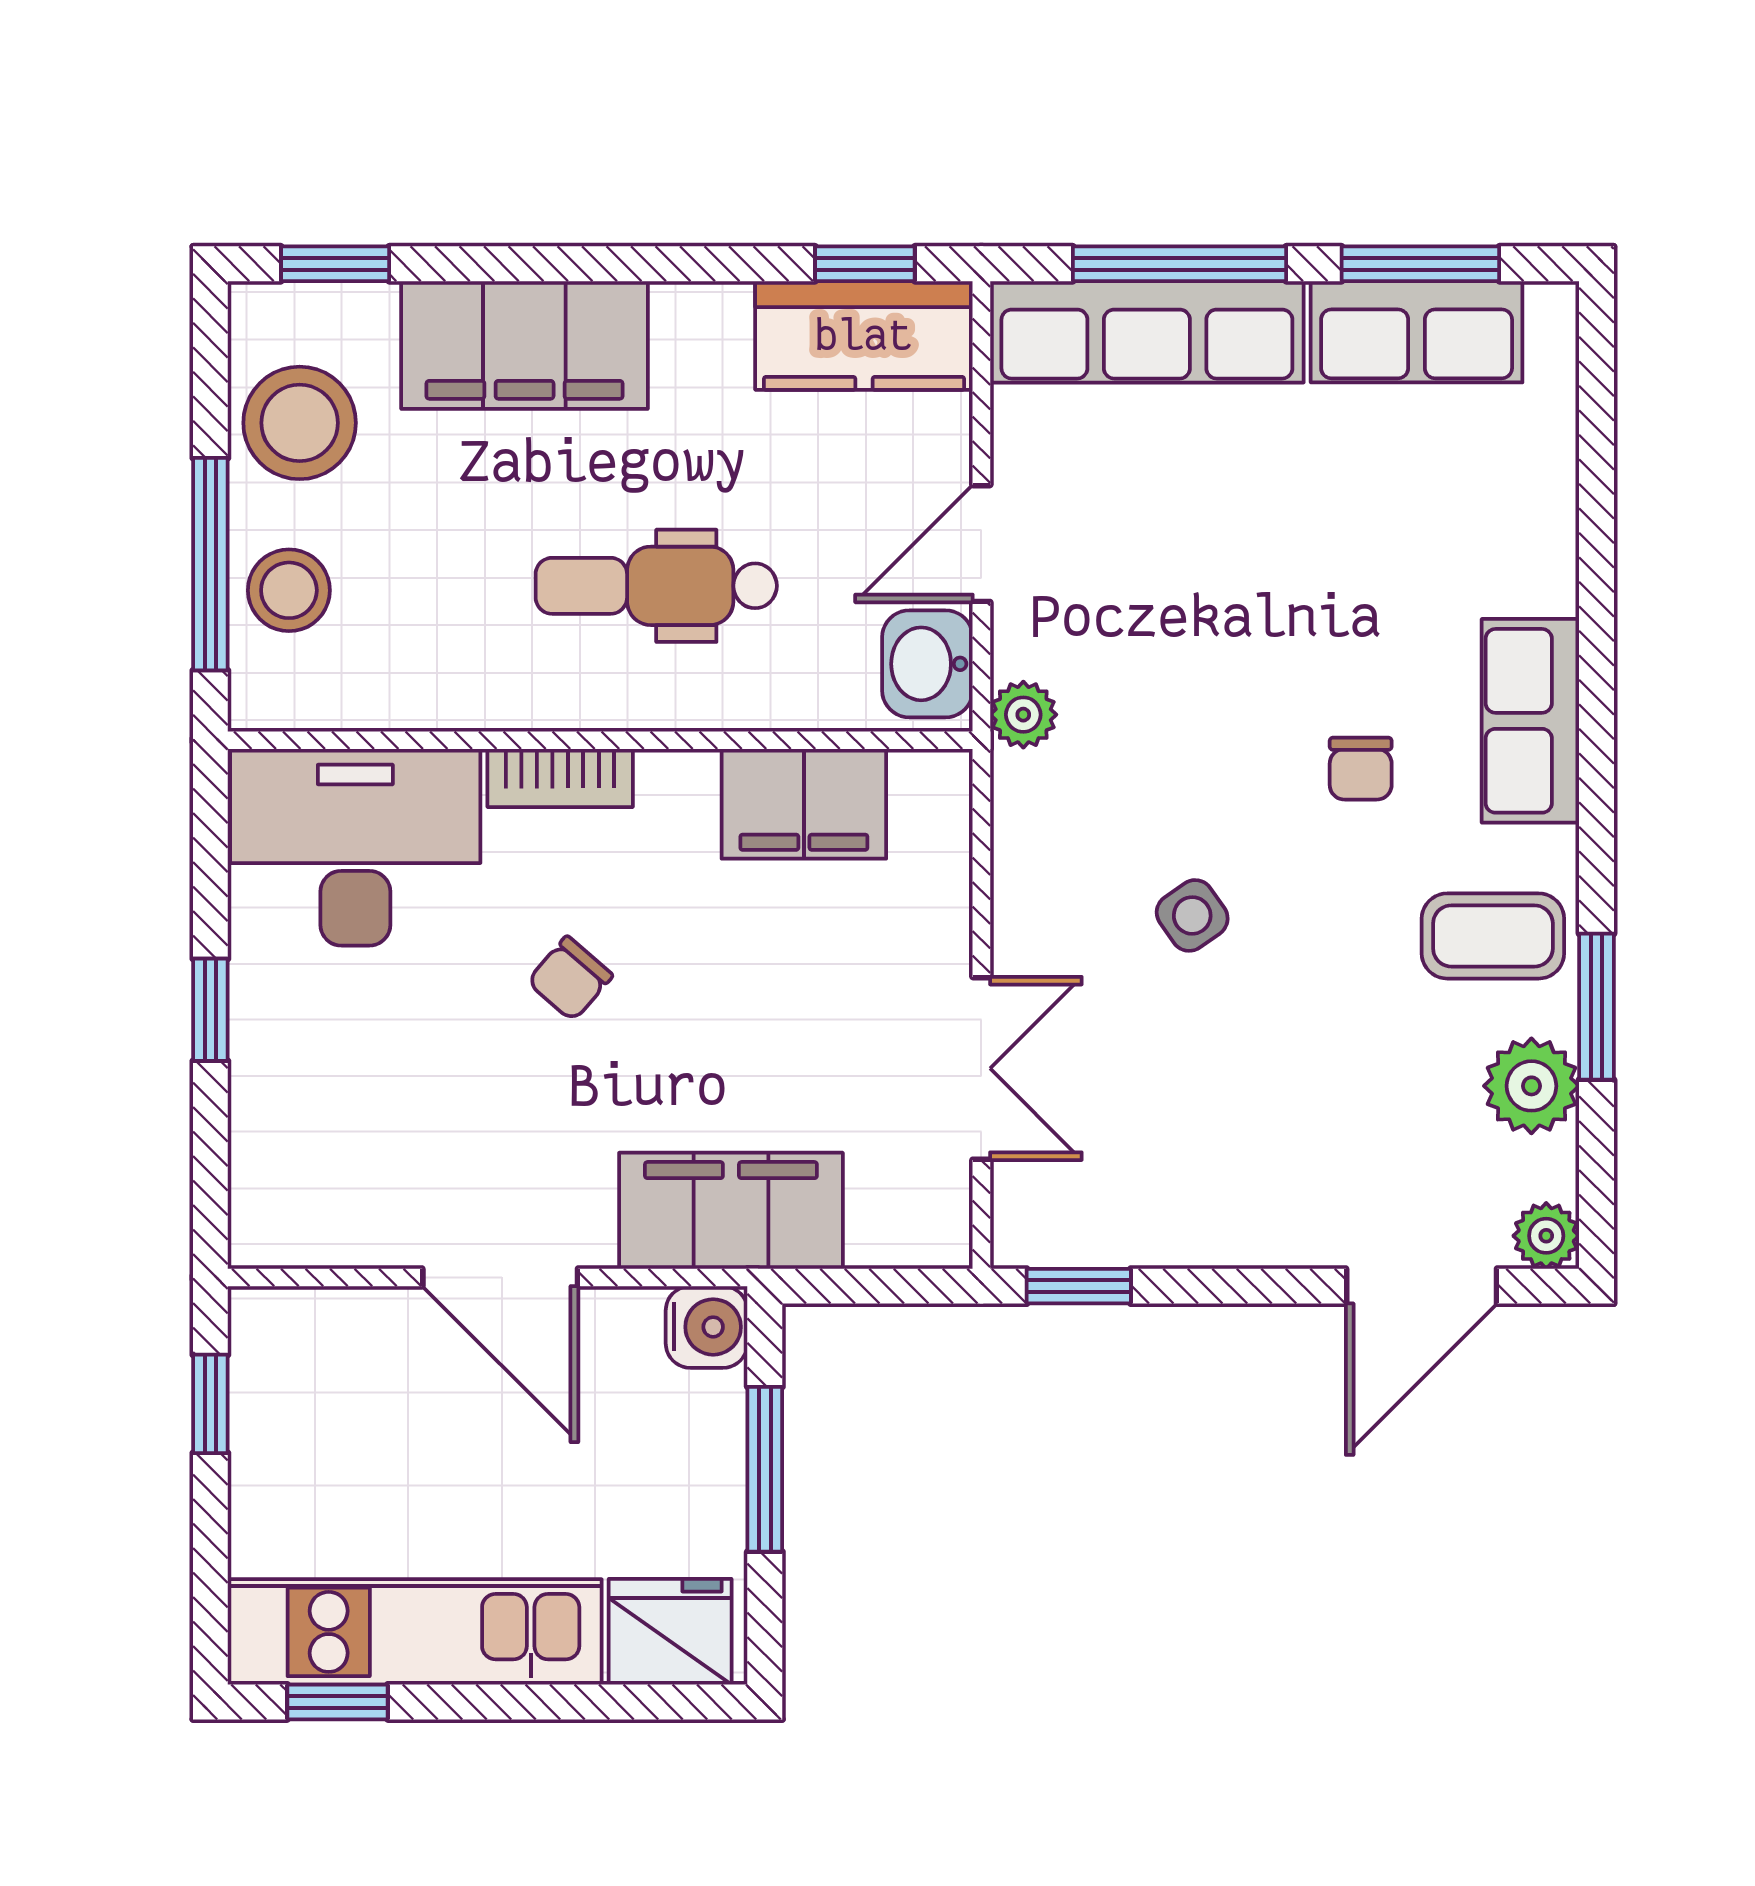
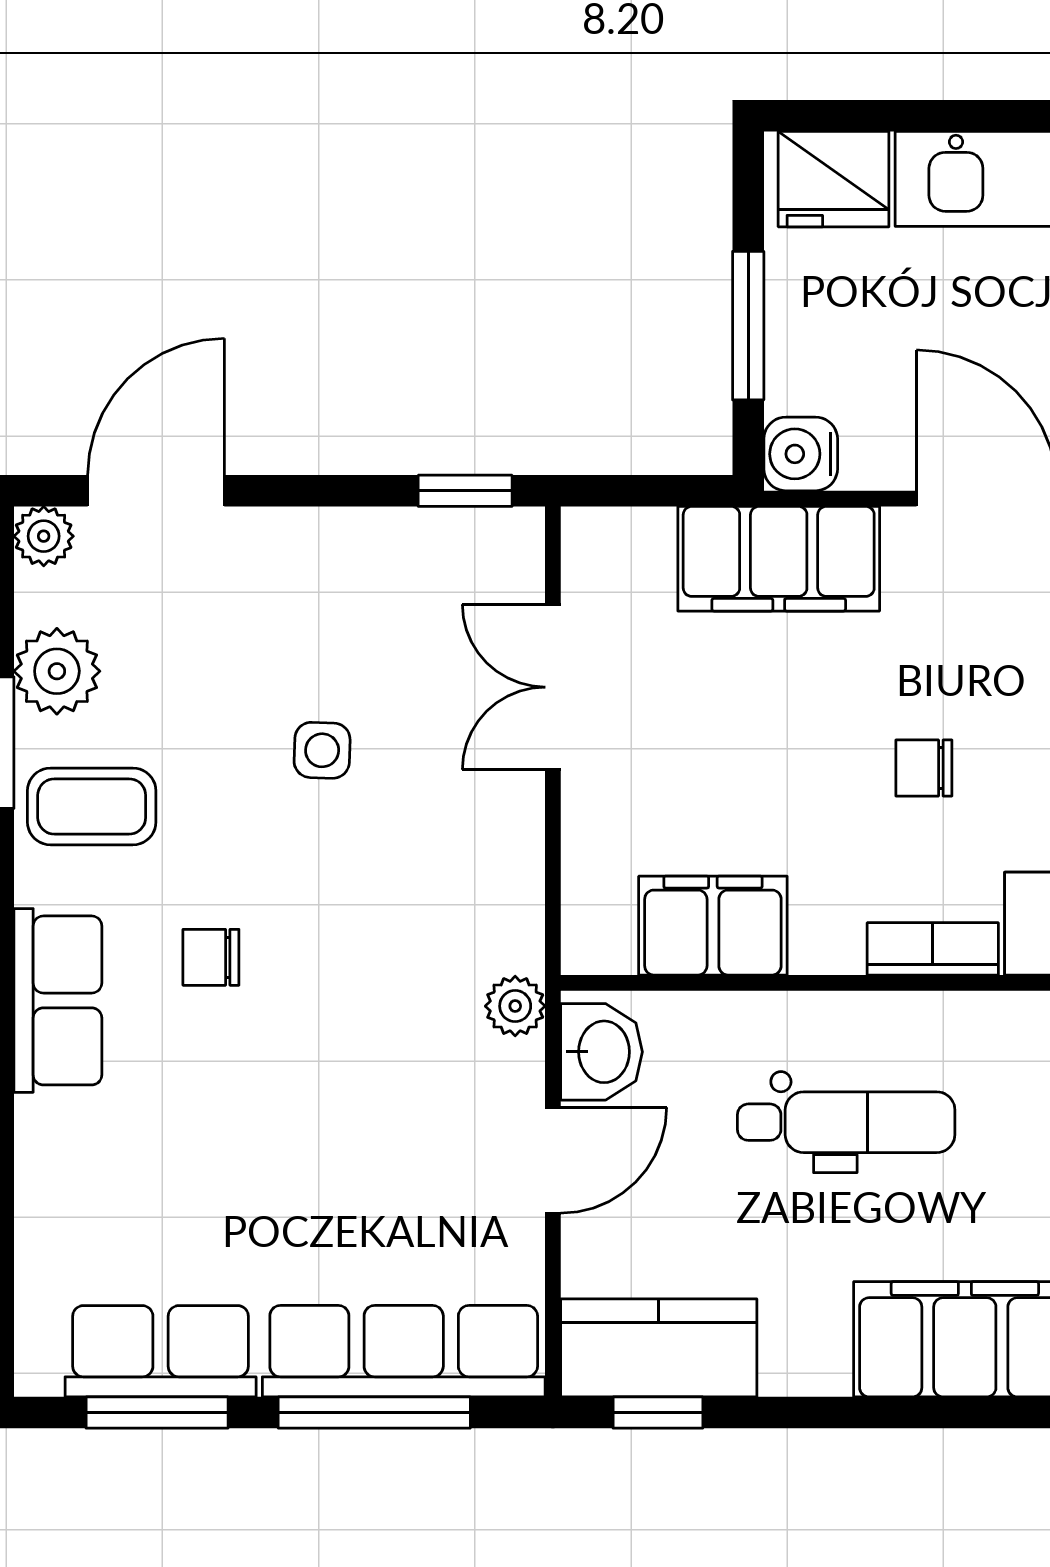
chair: (1361, 769) -> (211, 957), turned -90
side table: (1192, 915) -> (322, 750), moved, turned 37
chair: (570, 979) -> (924, 768), turned -131

